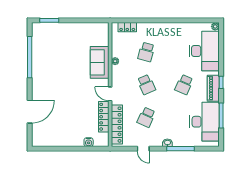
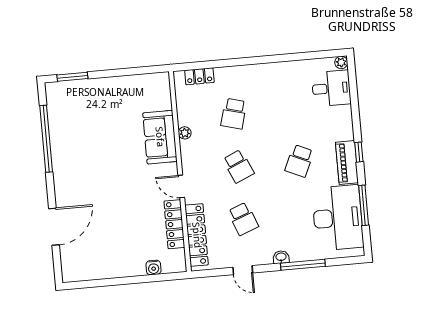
desk: (204, 51) -> (331, 88), width x0.53, depth x0.77
school desk: (146, 117) -> (243, 219), turned -45

